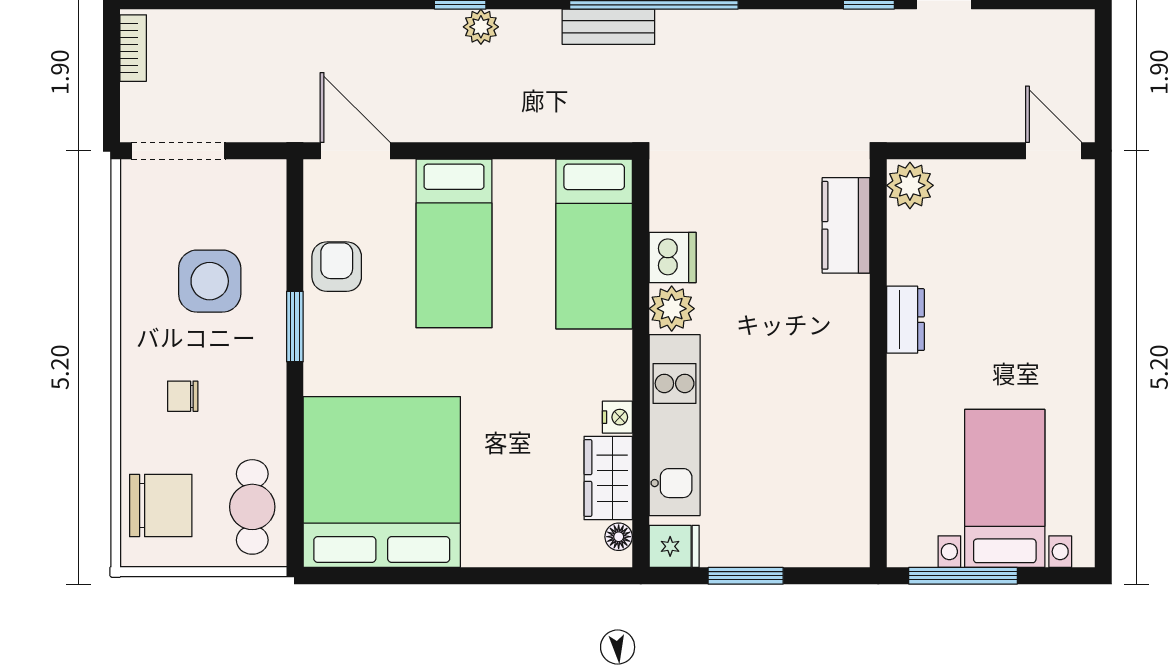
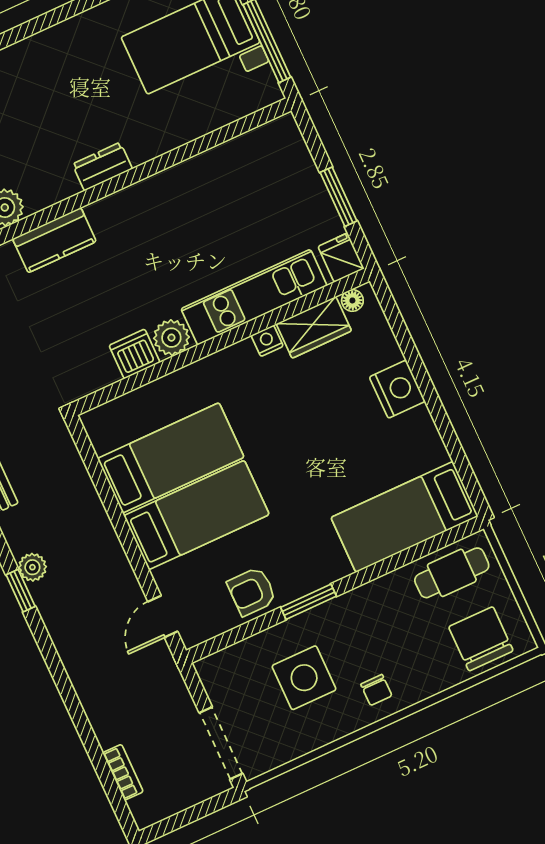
bookcase: (133, 48) -> (123, 772), moved, turned 90
door: (355, 151) -> (163, 616), width x0.73
bed: (594, 244) -> (171, 458), moved
chair: (183, 396) -> (376, 690), moved
bed: (382, 482) -> (405, 517), width x0.49
nightstand: (493, 541) -> (397, 389), added

